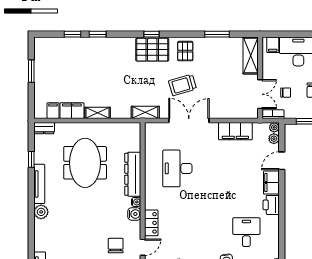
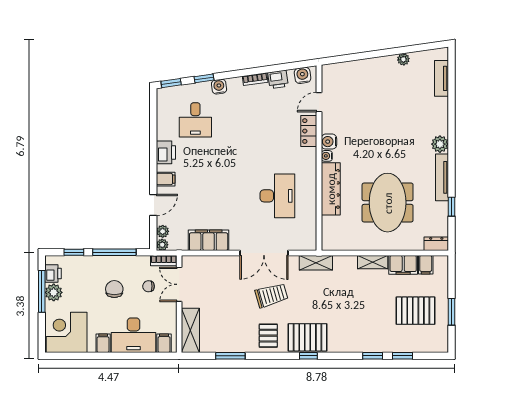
pallet: (62, 72) -> (416, 311), added
filing cabinet: (271, 183) -> (166, 179), width x0.50
chair: (116, 246) -> (351, 104), removed

